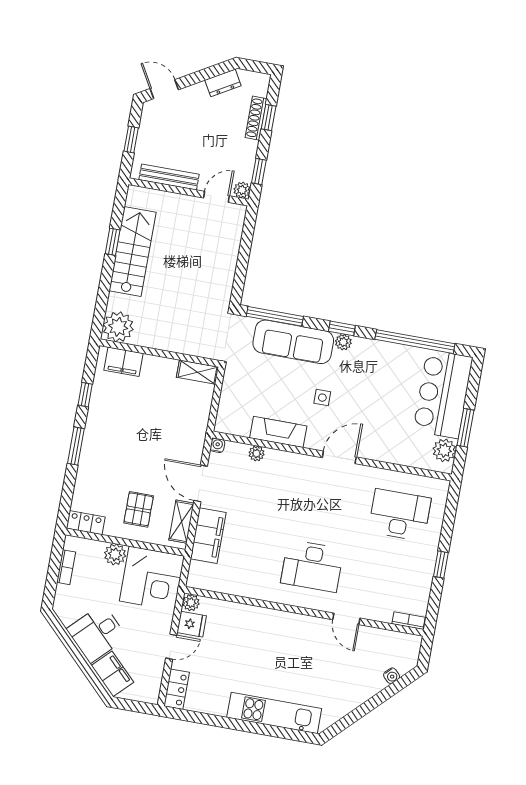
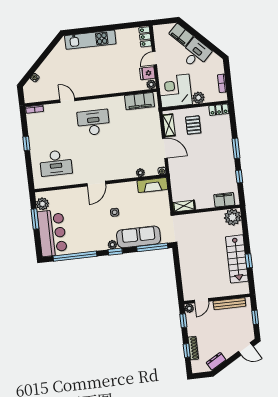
fireplace: (278, 432) -> (152, 185), moved
filing cabinet: (208, 536) -> (140, 101), moved, turned -90

